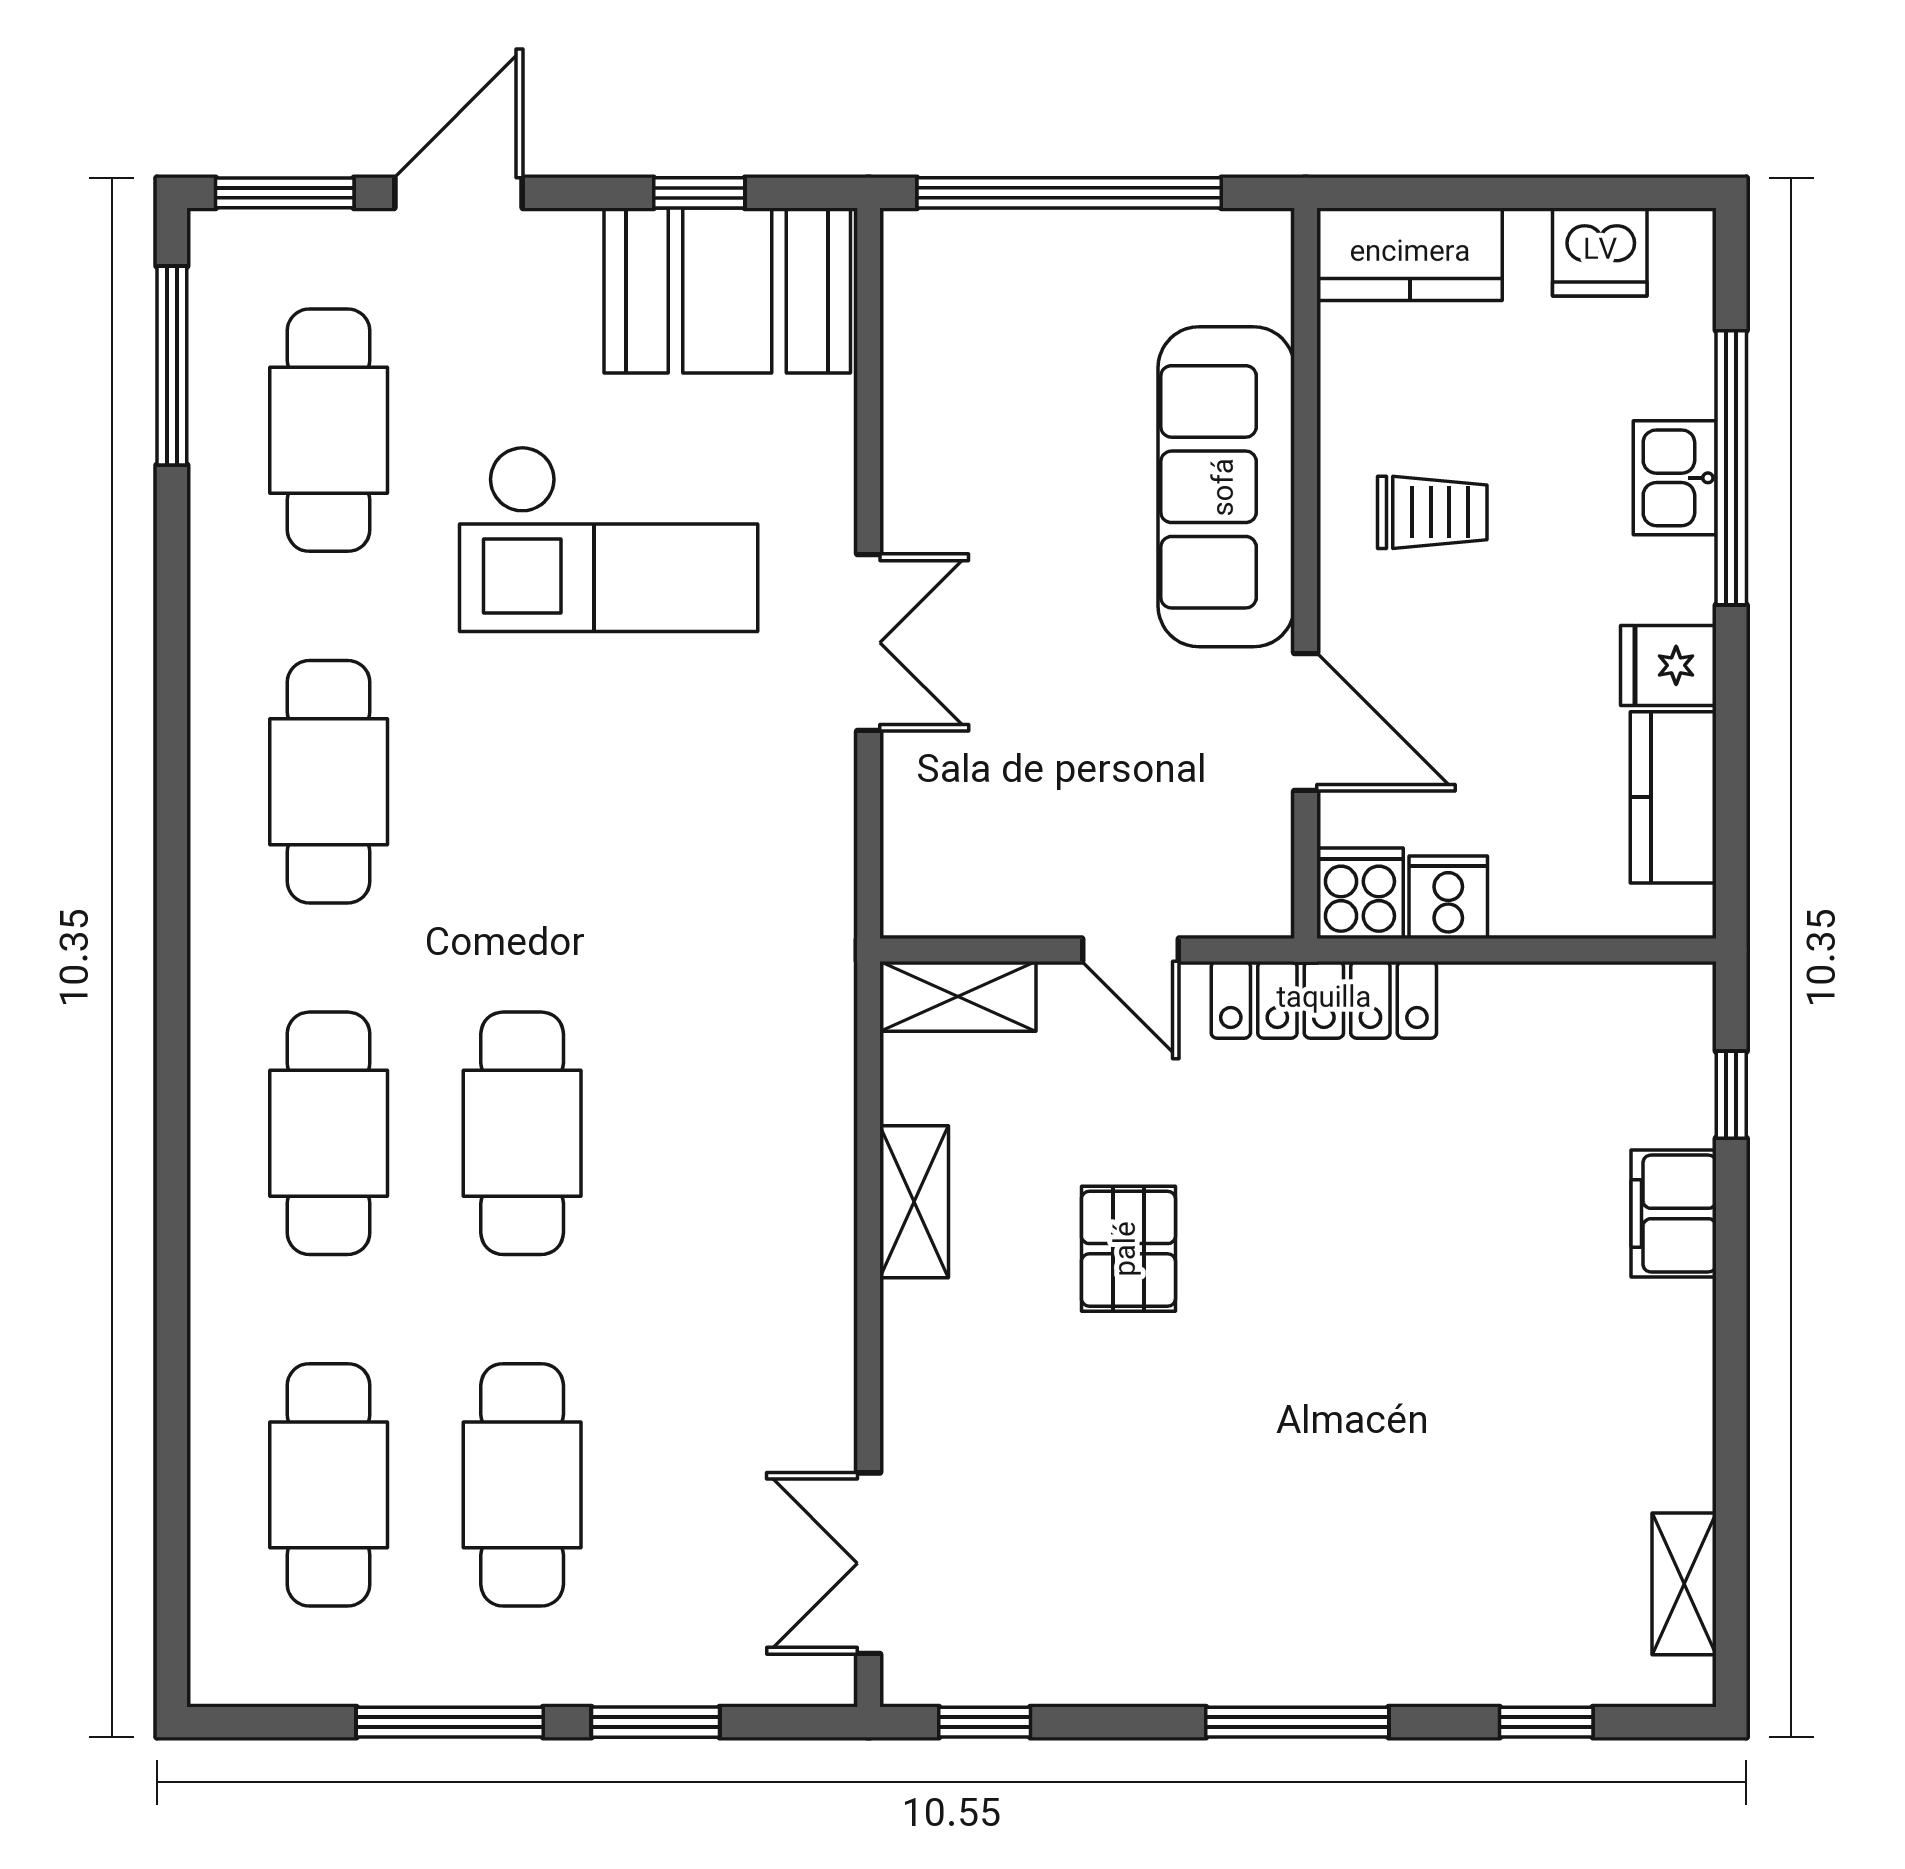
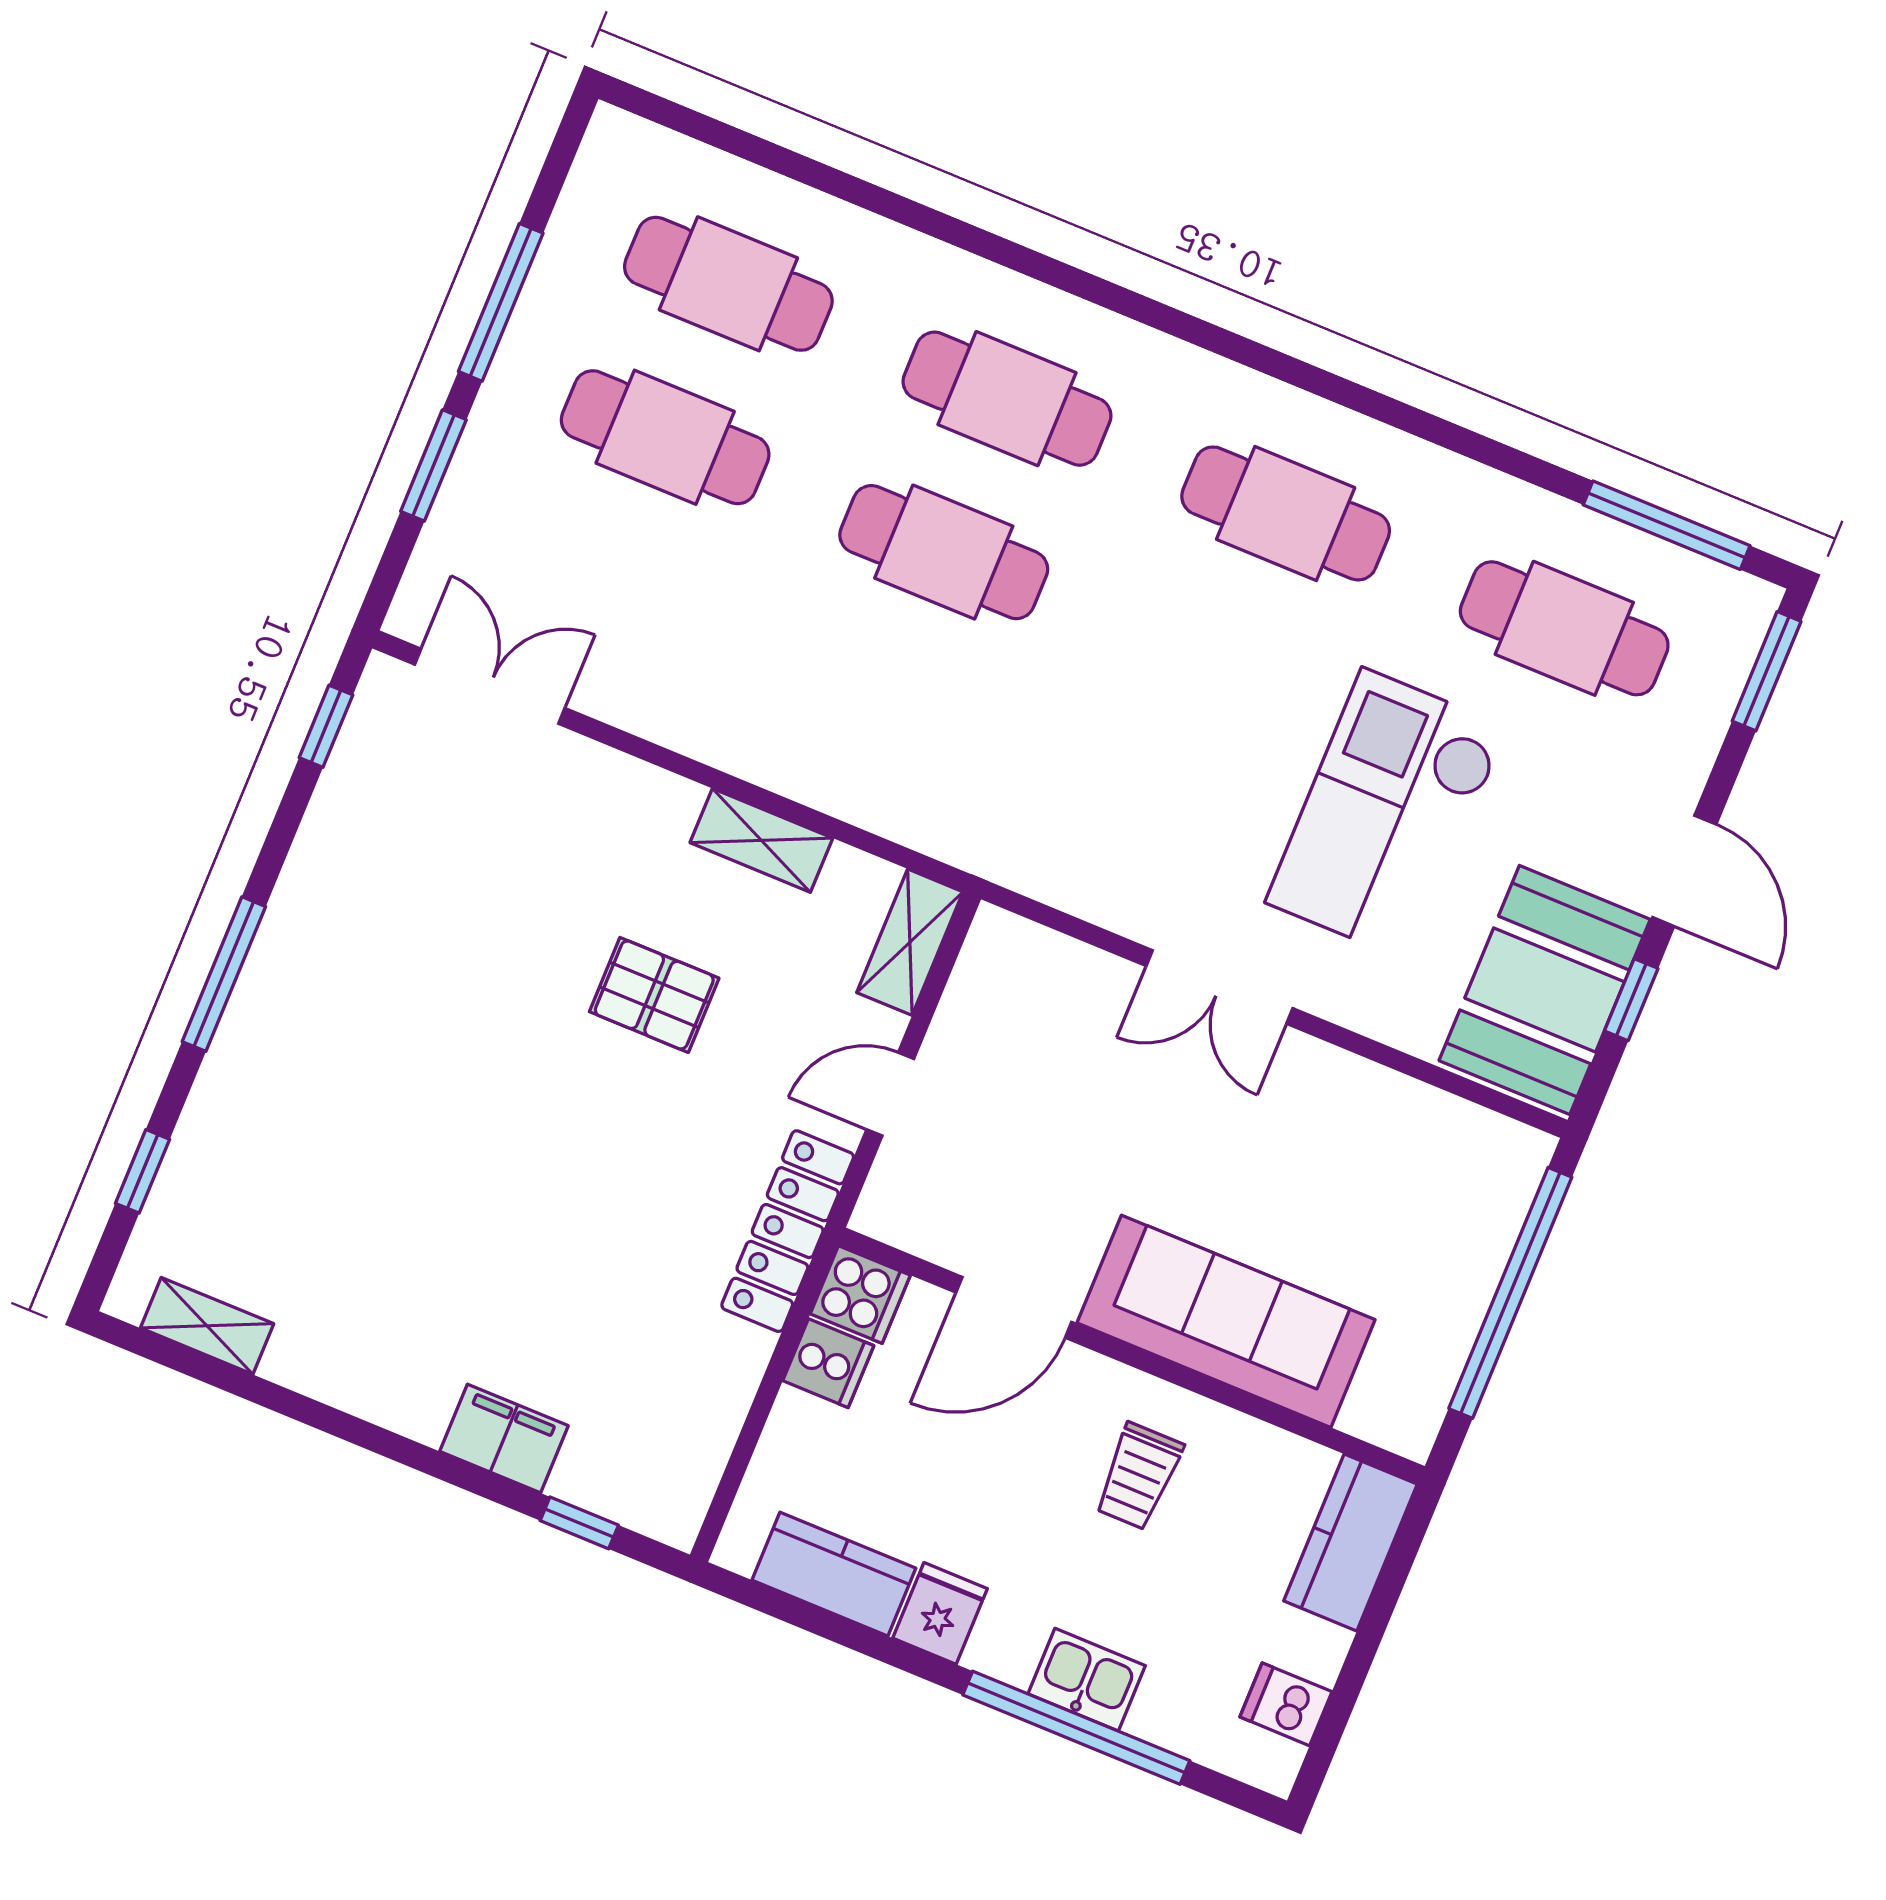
door: (458, 193) -> (1684, 871), moved
dishwasher: (1600, 252) -> (1286, 1704), width x0.73

